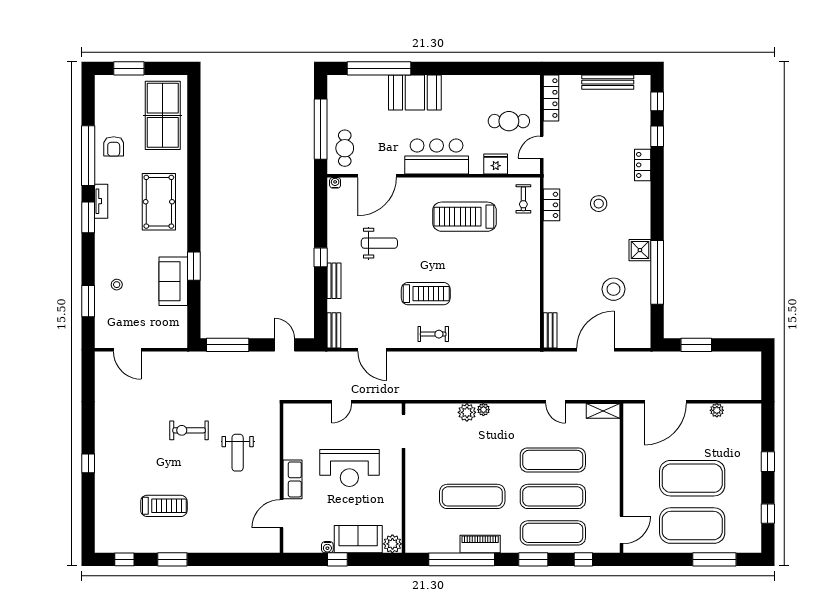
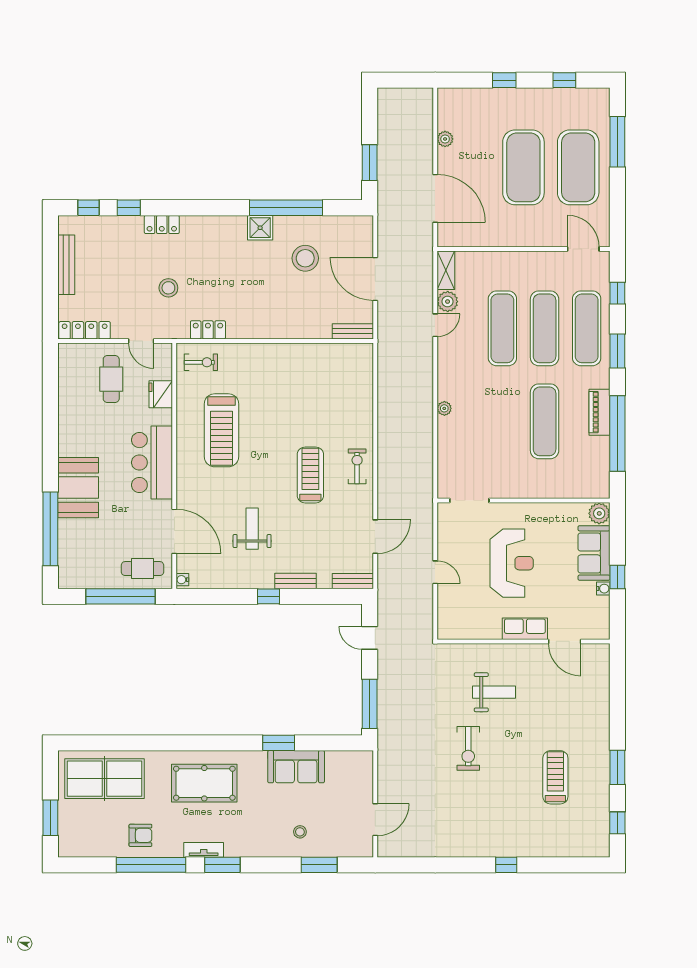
stool: (599, 204) -> (168, 288), moved
door: (285, 345) -> (370, 638), hinge flipped
plant: (467, 412) -> (448, 302), moved

